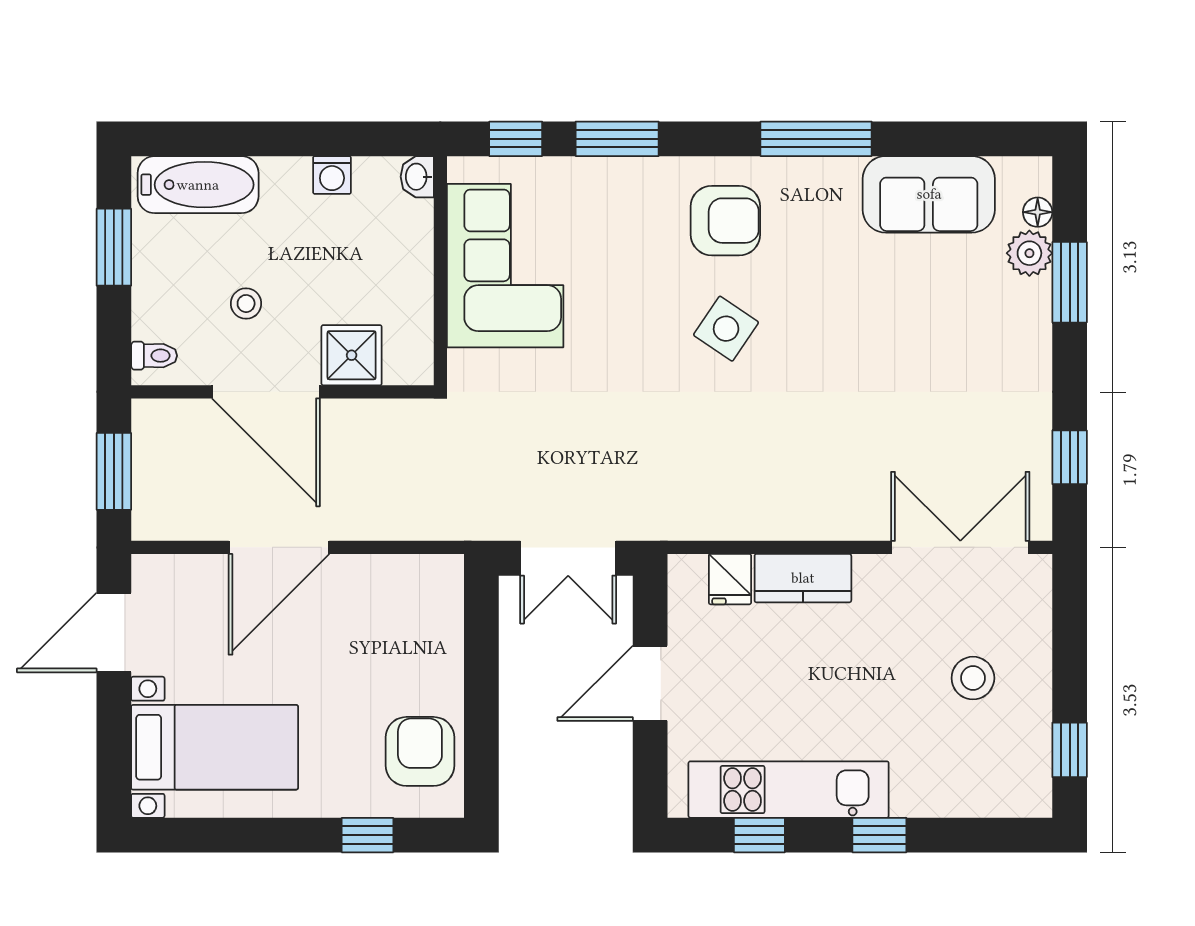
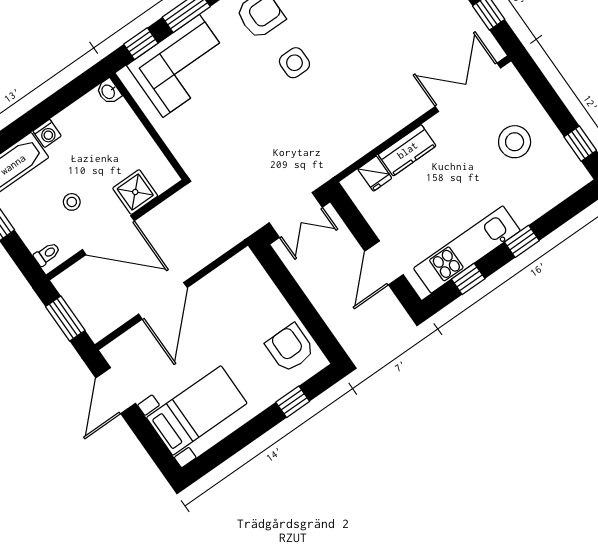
washing machine: (332, 175) -> (47, 133), moved
corner sofa: (505, 266) -> (181, 66), moved, turned 90
side table: (726, 329) -> (294, 63), turned -34
stool: (973, 678) -> (515, 142), width x1.38, depth x1.38
door: (650, 683) -> (384, 263), moved

